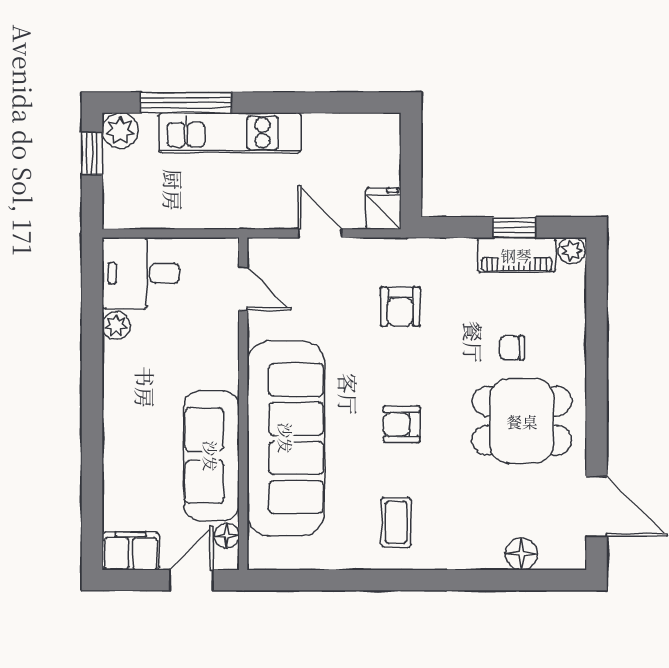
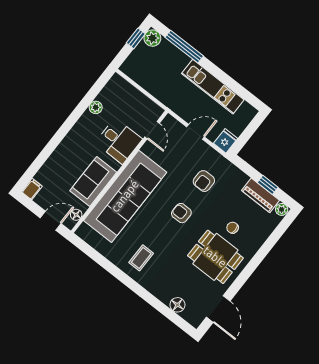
kitchen unit: (230, 133) -> (213, 87), moved
door: (320, 233) -> (196, 132), hinge flipped
desk: (141, 273) -> (119, 141), moved, turned 180
armchair: (402, 424) -> (181, 213), moved
sofa: (211, 456) -> (93, 181), width x0.73
filing cabinet: (131, 551) -> (32, 189), width x0.50

